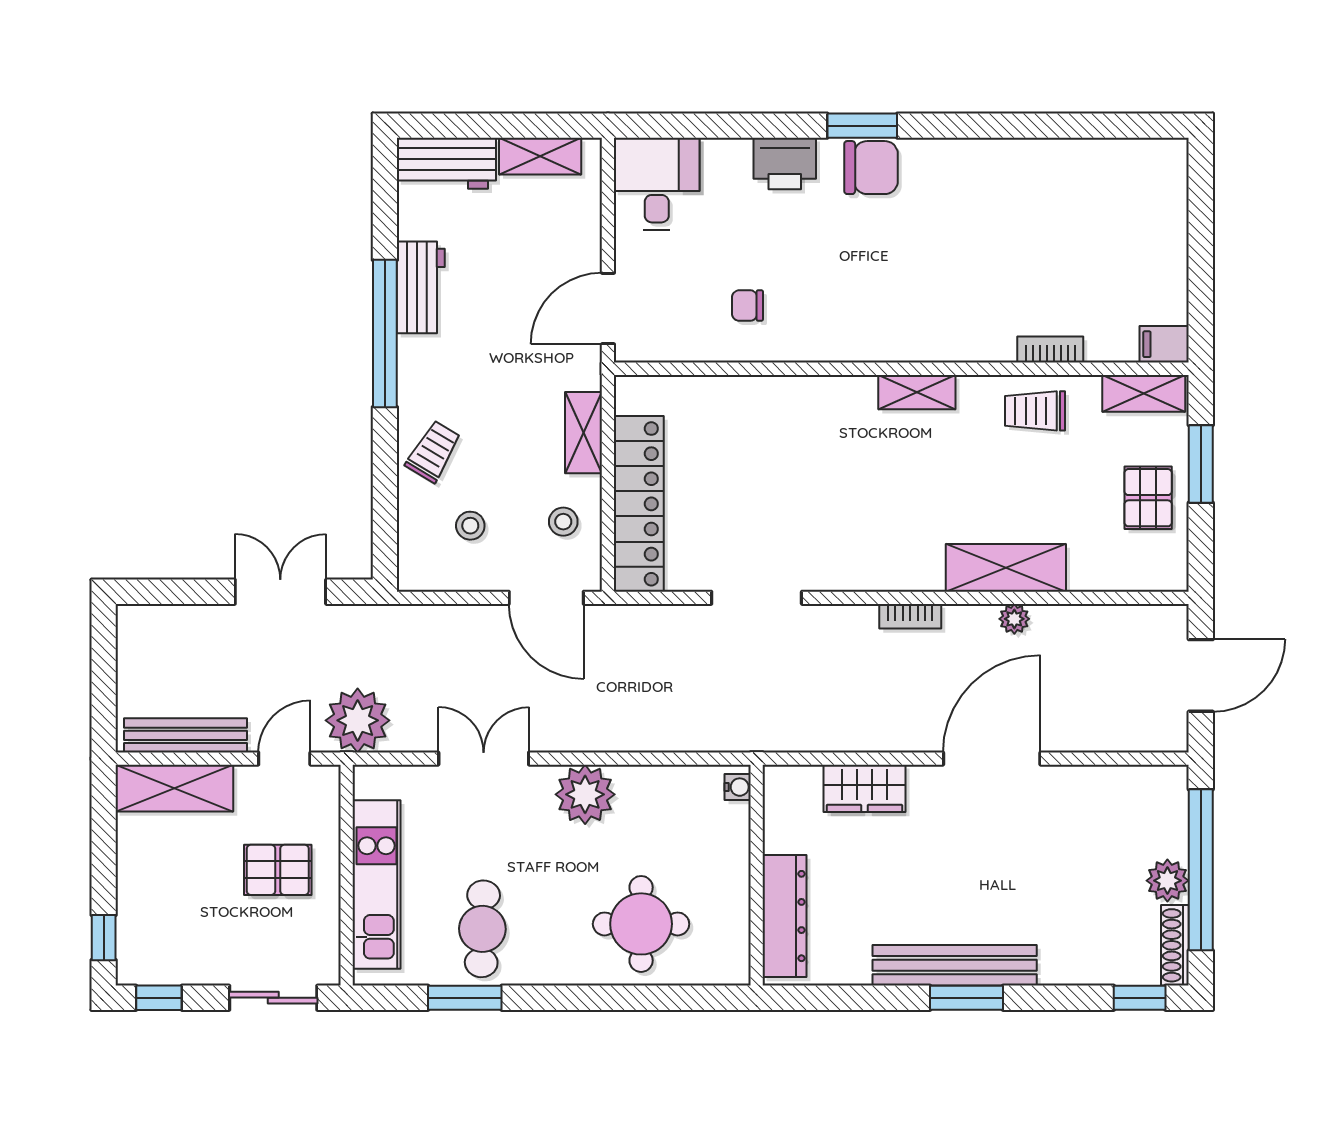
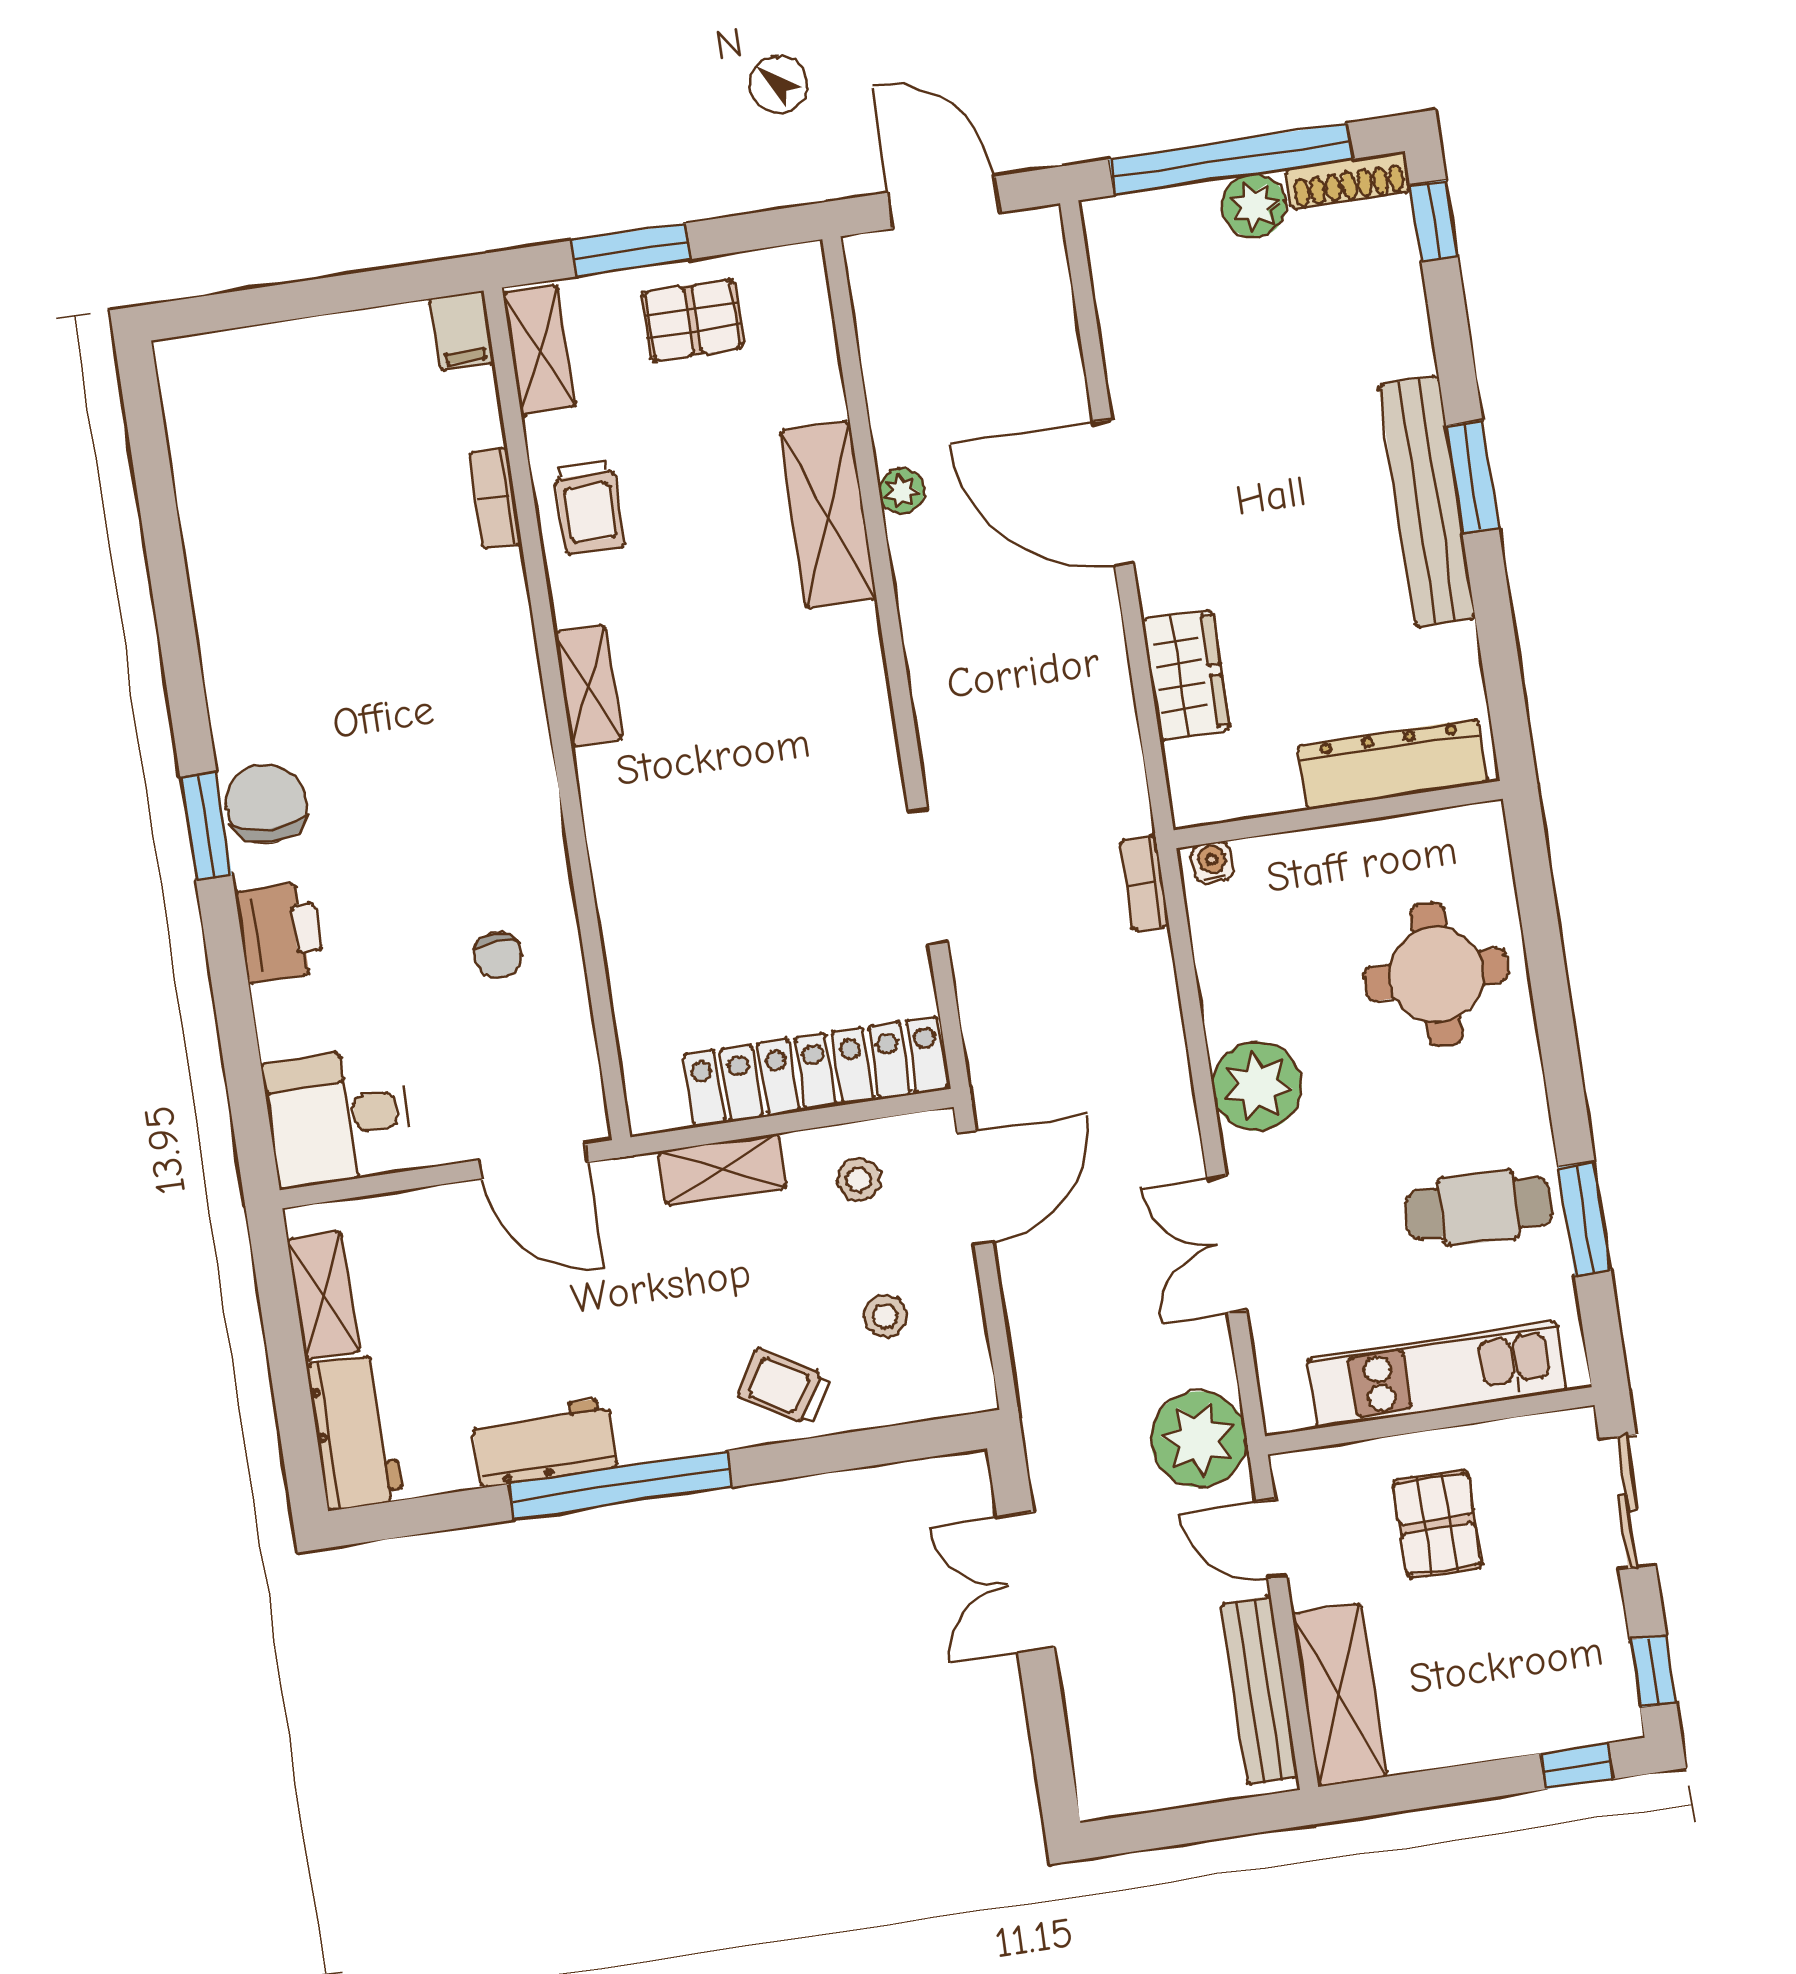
bookcase: (910, 616) -> (1144, 883), moved, turned 180

